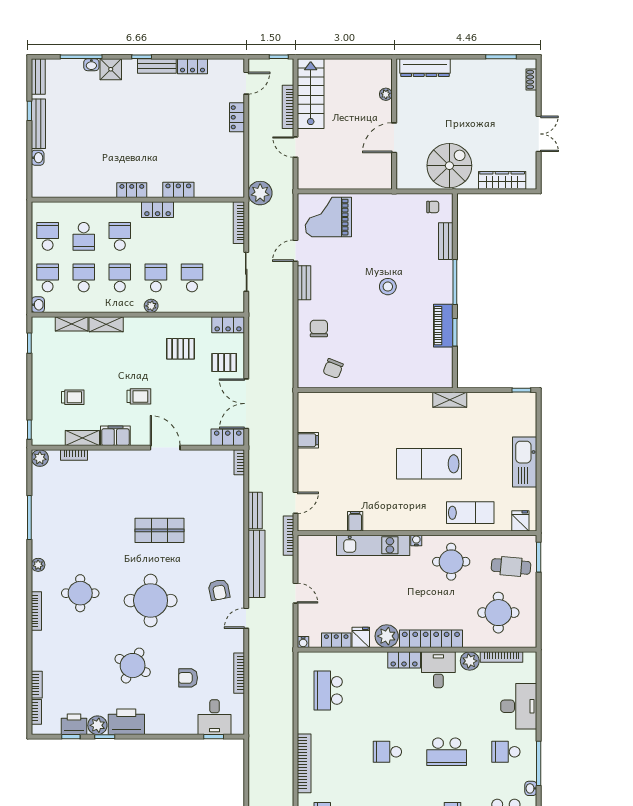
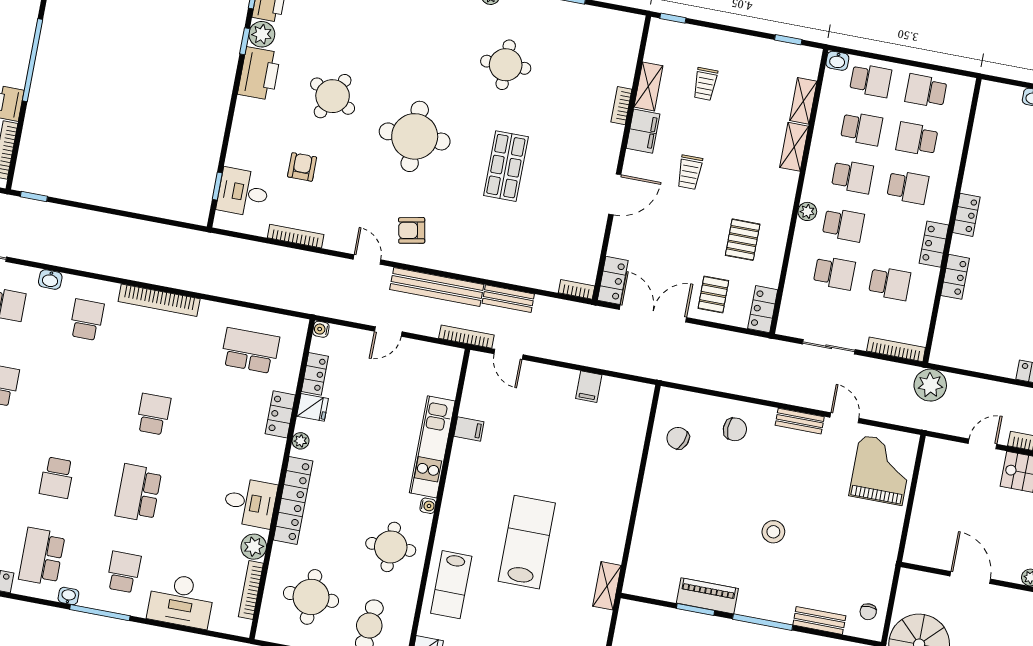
school desk: (48, 236) -> (926, 91), turned 180
school desk: (192, 236) -> (890, 283), added
bookcase: (74, 455) -> (621, 106), moved
plant: (40, 458) -> (632, 25), removed
round table: (80, 593) -> (506, 65), moved
plant: (387, 636) -> (301, 441), width x0.53, depth x0.53
locker: (404, 660) -> (280, 414), moved

